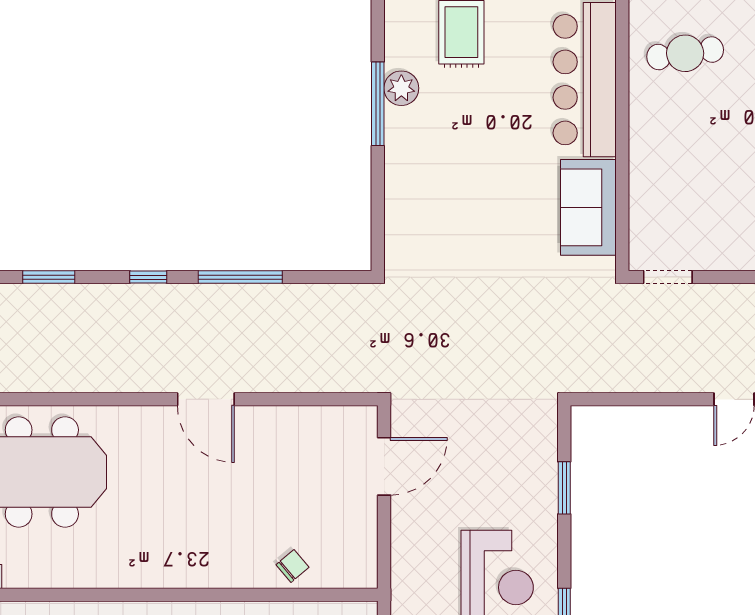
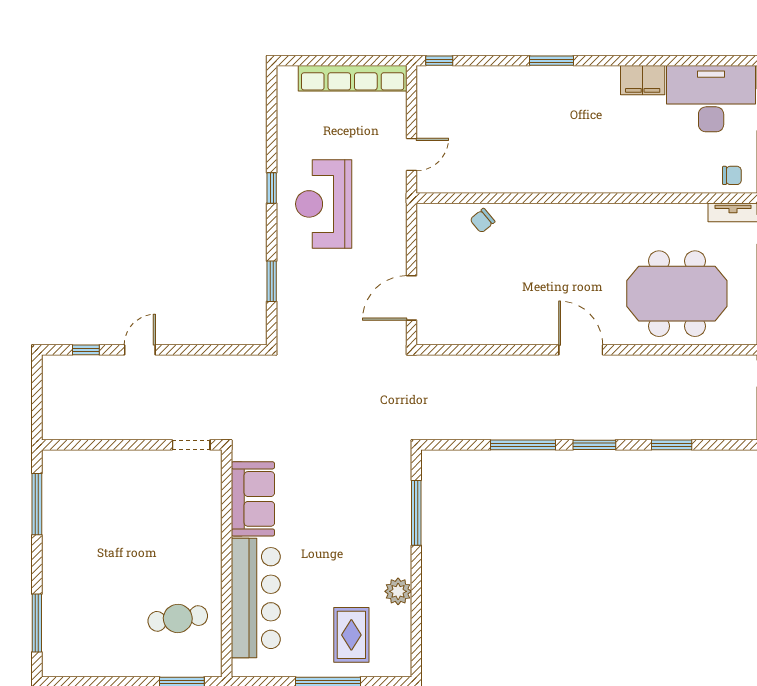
window: (378, 104) -> (416, 513), moved
window: (148, 277) -> (594, 445), width x1.50
door: (206, 399) -> (581, 350), moved

